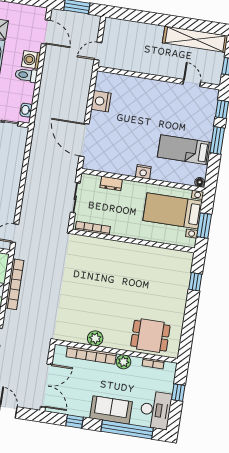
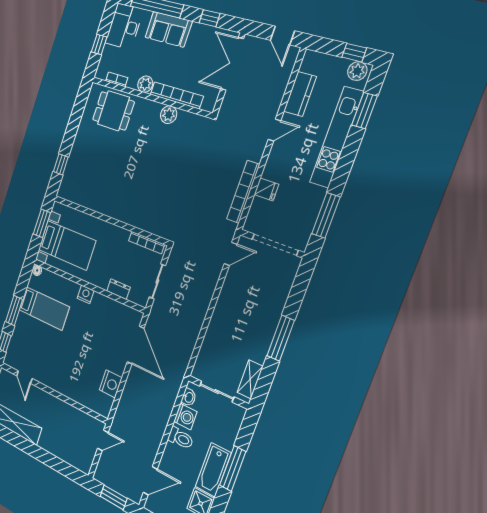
door: (46, 32) -> (150, 481), swing flipped
washing machine: (31, 60) -> (185, 417), moved

